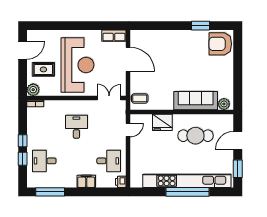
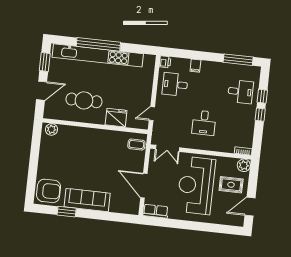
sofa: (196, 101) -> (87, 200), moved, turned 180
filing cabinet: (86, 181) -> (195, 66), width x0.50

